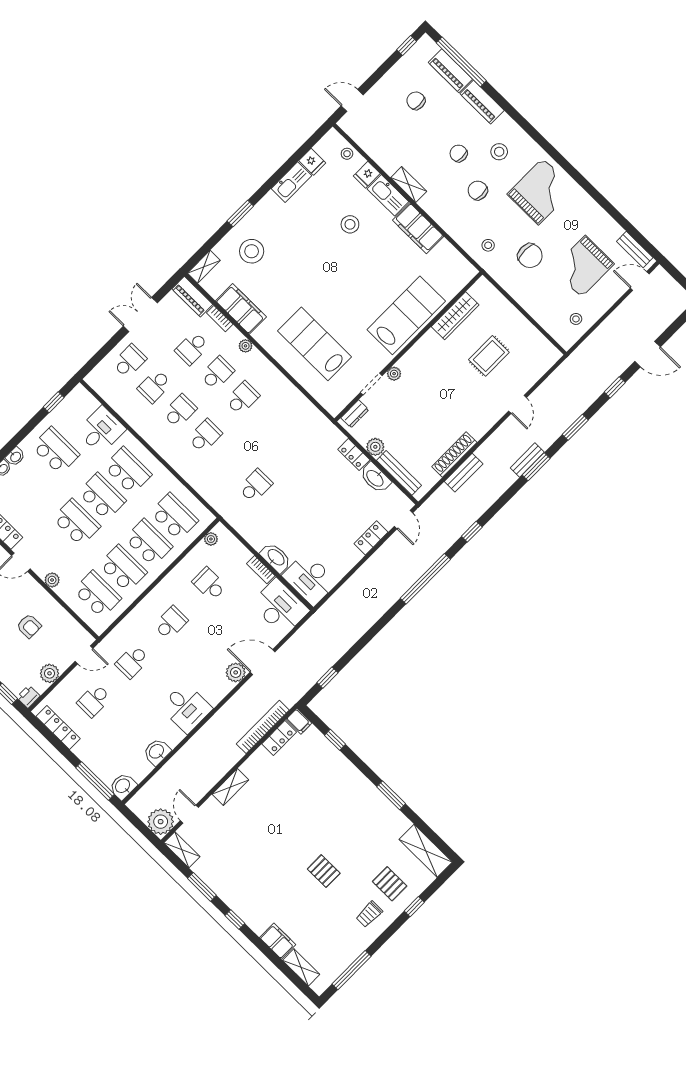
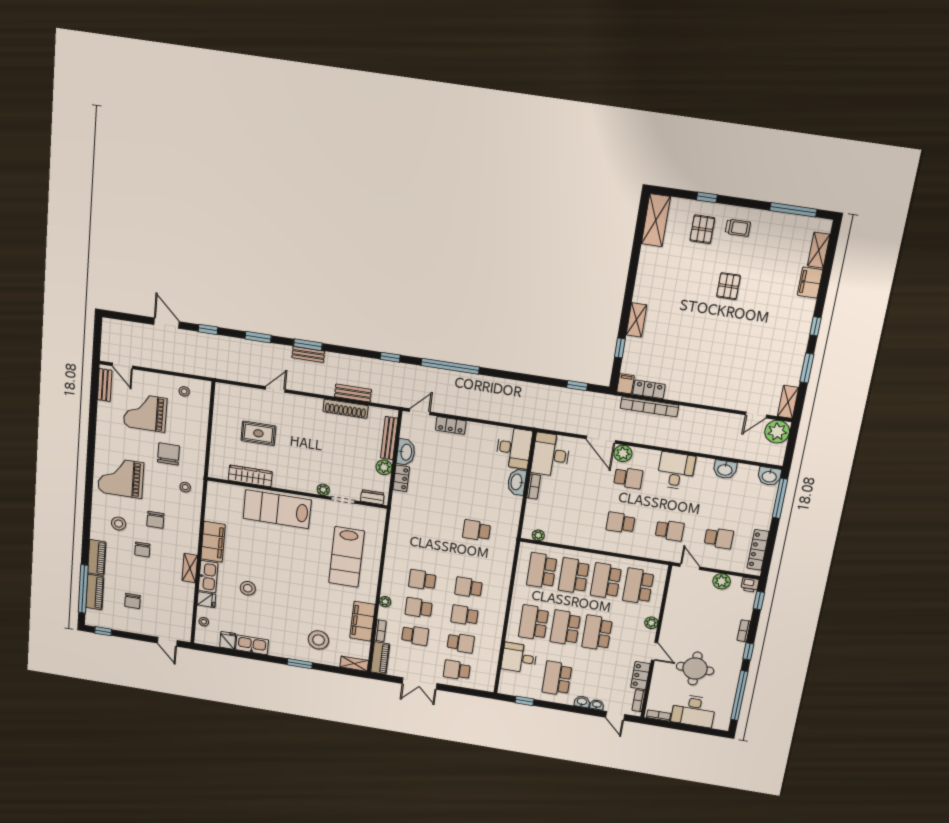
grand piano: (583, 266) -> (145, 412), turned 180
school desk: (209, 584) -> (628, 478), moved, turned -90
armchair: (29, 626) -> (697, 617), removed
shelving: (230, 787) -> (636, 320), moved, turned 90
window: (391, 795) -> (632, 277), removed

